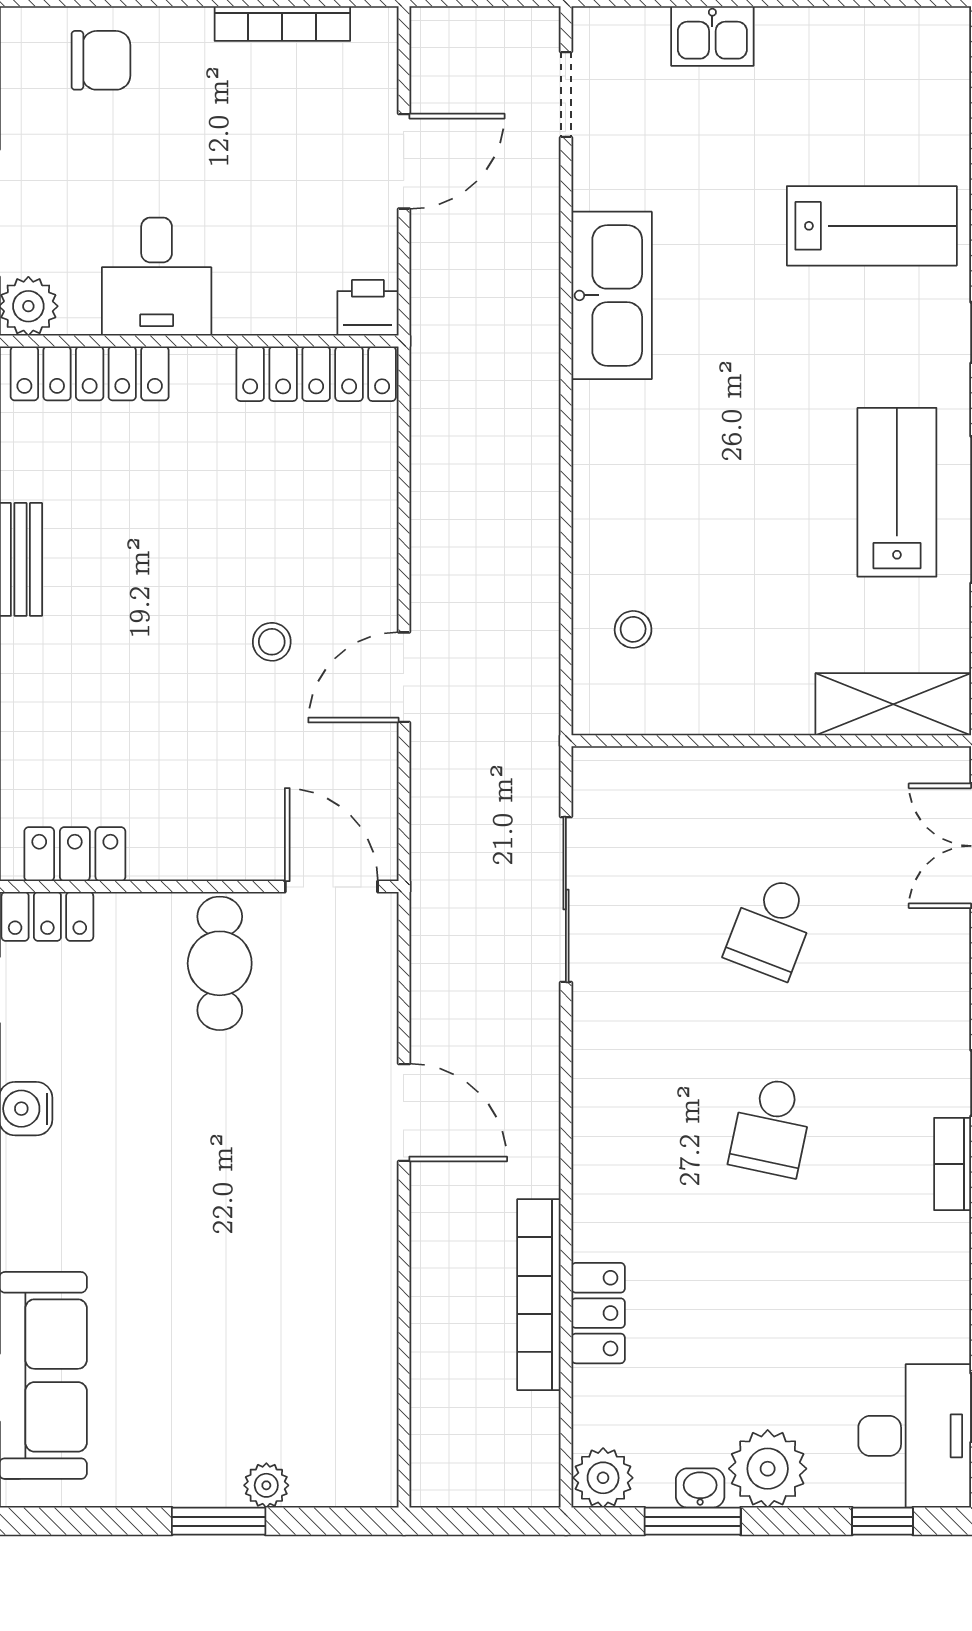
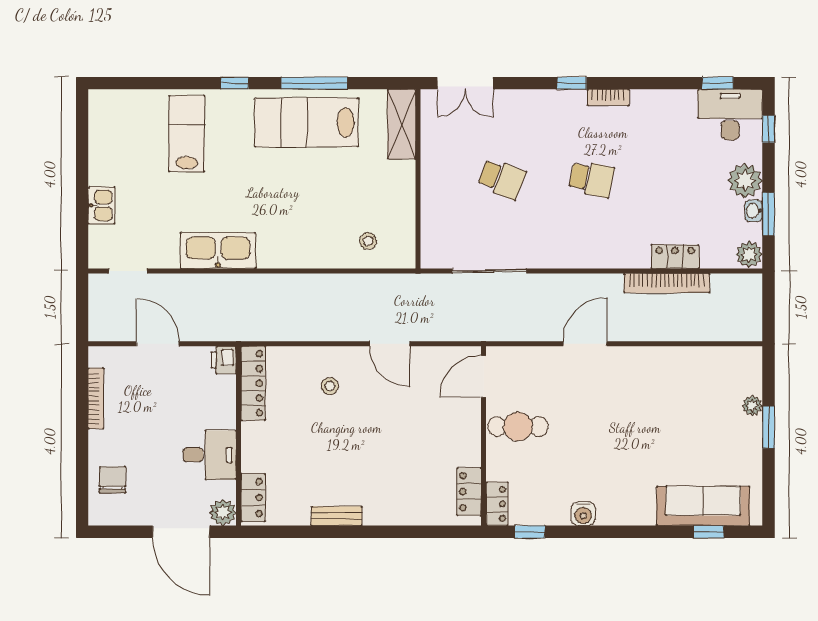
locker: (90, 373) -> (253, 498), width x0.66
lab bench: (897, 492) -> (306, 122), width x1.36, depth x1.39
stool: (272, 642) -> (330, 386), moved

